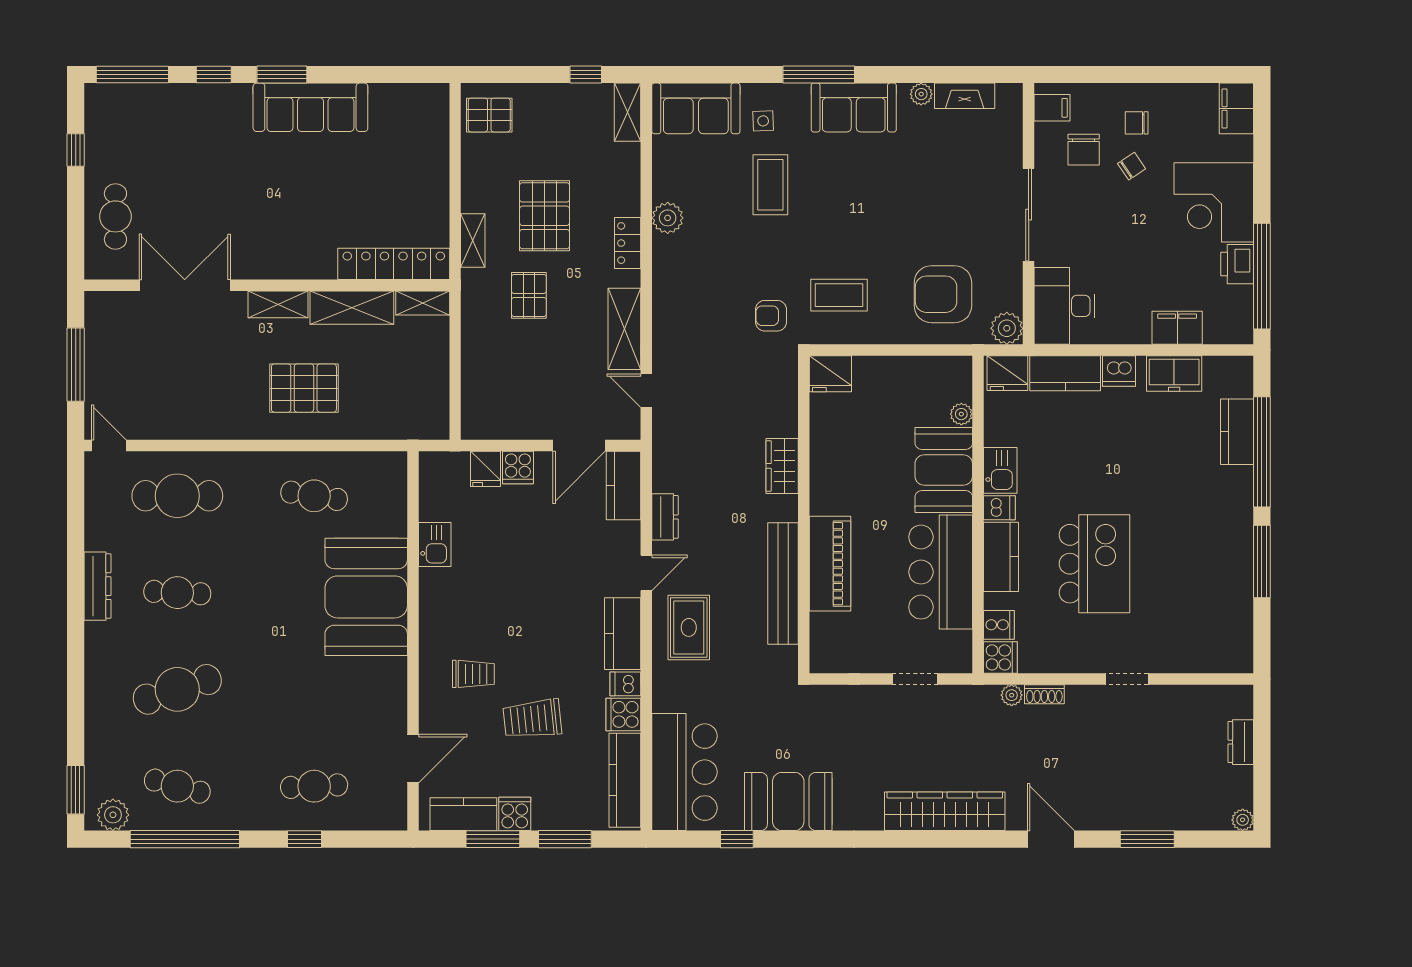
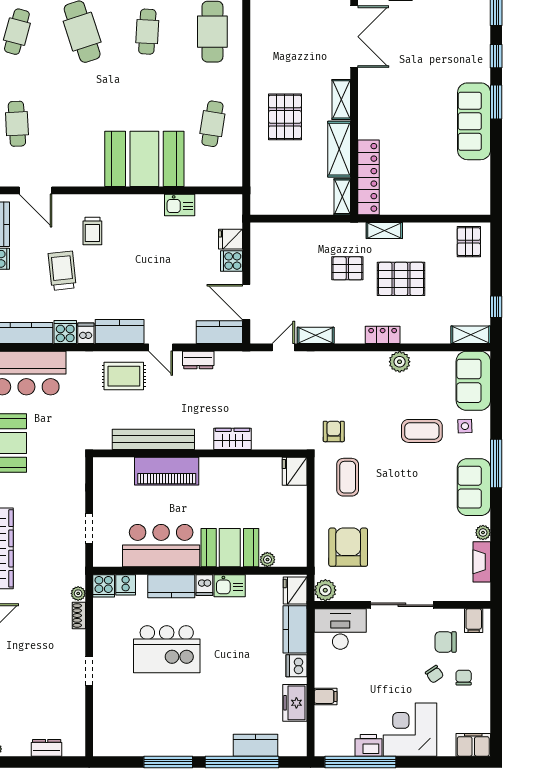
filing cabinet: (1177, 328) -> (326, 696), width x0.50
shelving: (624, 329) -> (316, 335), width x0.67, depth x0.75

